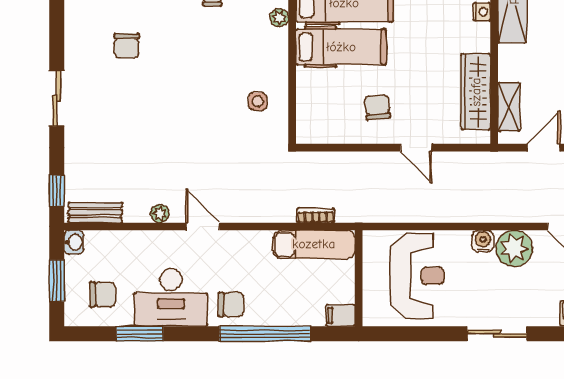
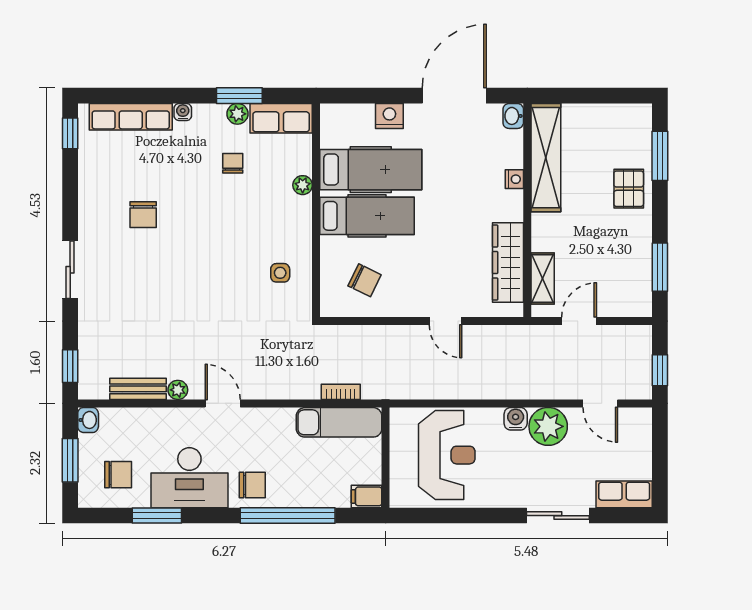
chair: (377, 107) -> (365, 280), moved, turned 122
bench: (95, 213) -> (138, 389), moved
sliding door: (497, 334) -> (558, 516), moved

